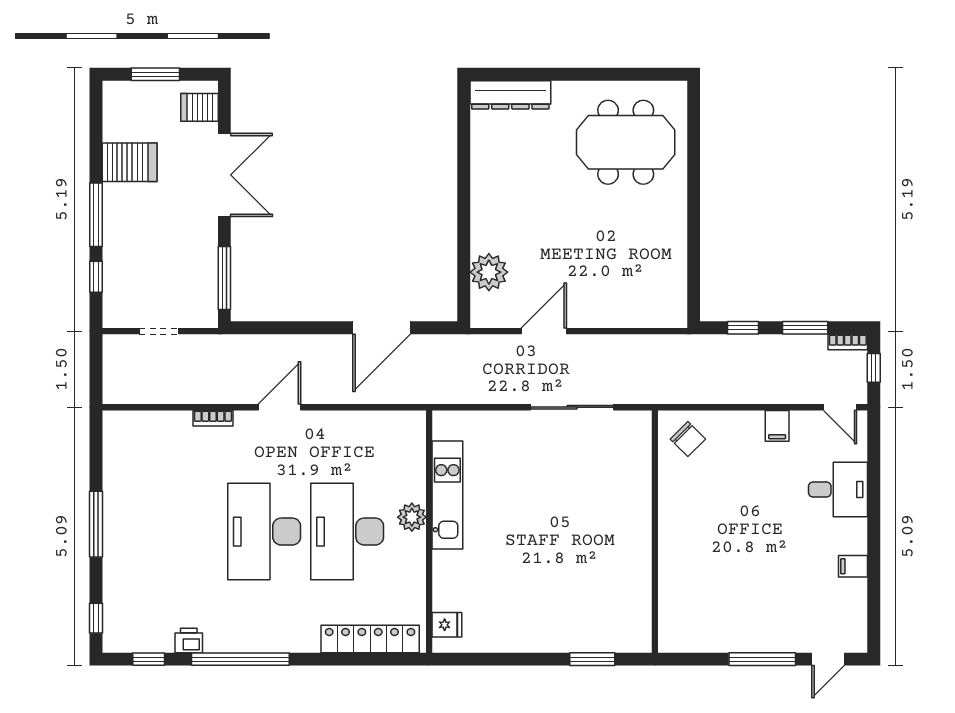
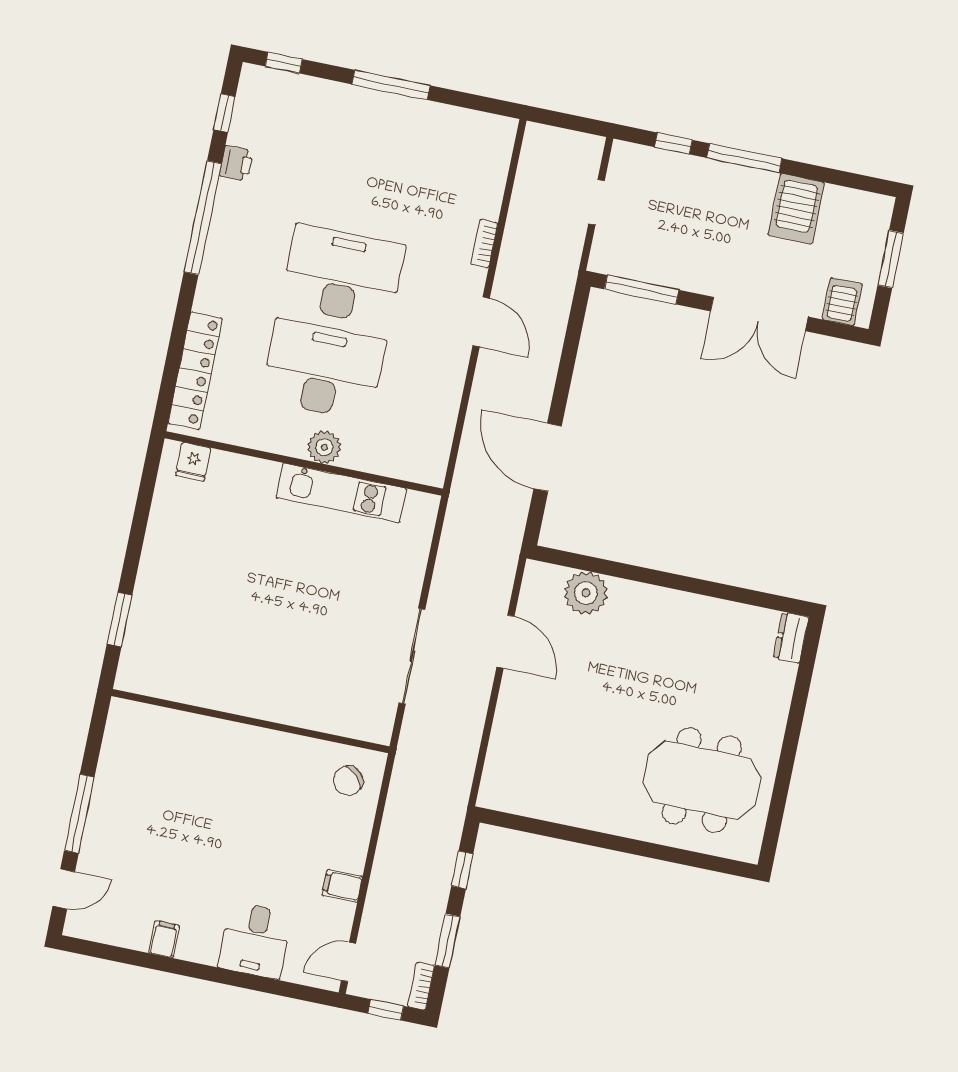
dresser: (510, 95) -> (791, 638), width x0.51, depth x0.80
meeting table: (626, 142) -> (702, 780), turned 90
door: (828, 659) -> (64, 889), swing flipped

